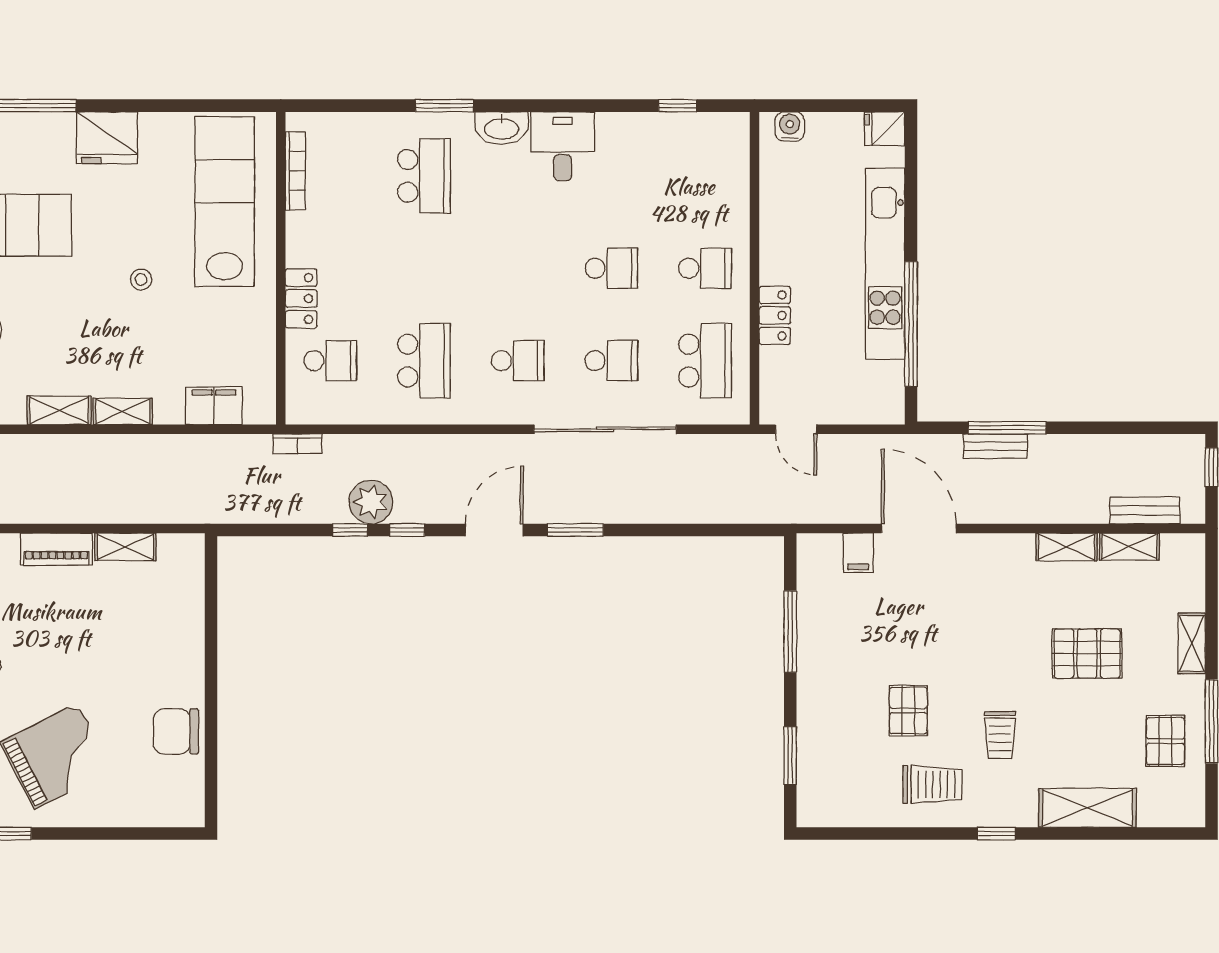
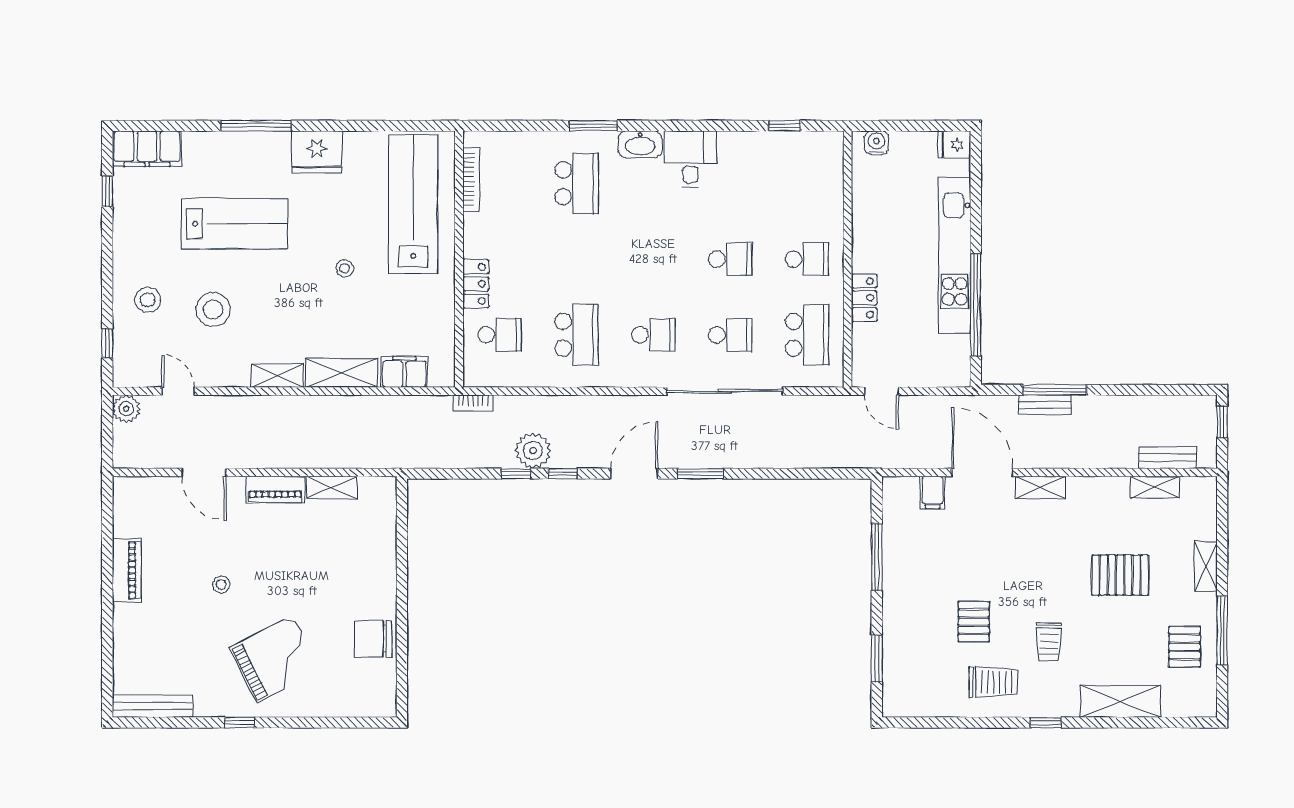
shelving: (123, 411) -> (342, 373), width x1.50, depth x1.33
shelving: (1066, 547) -> (1041, 487), moved

